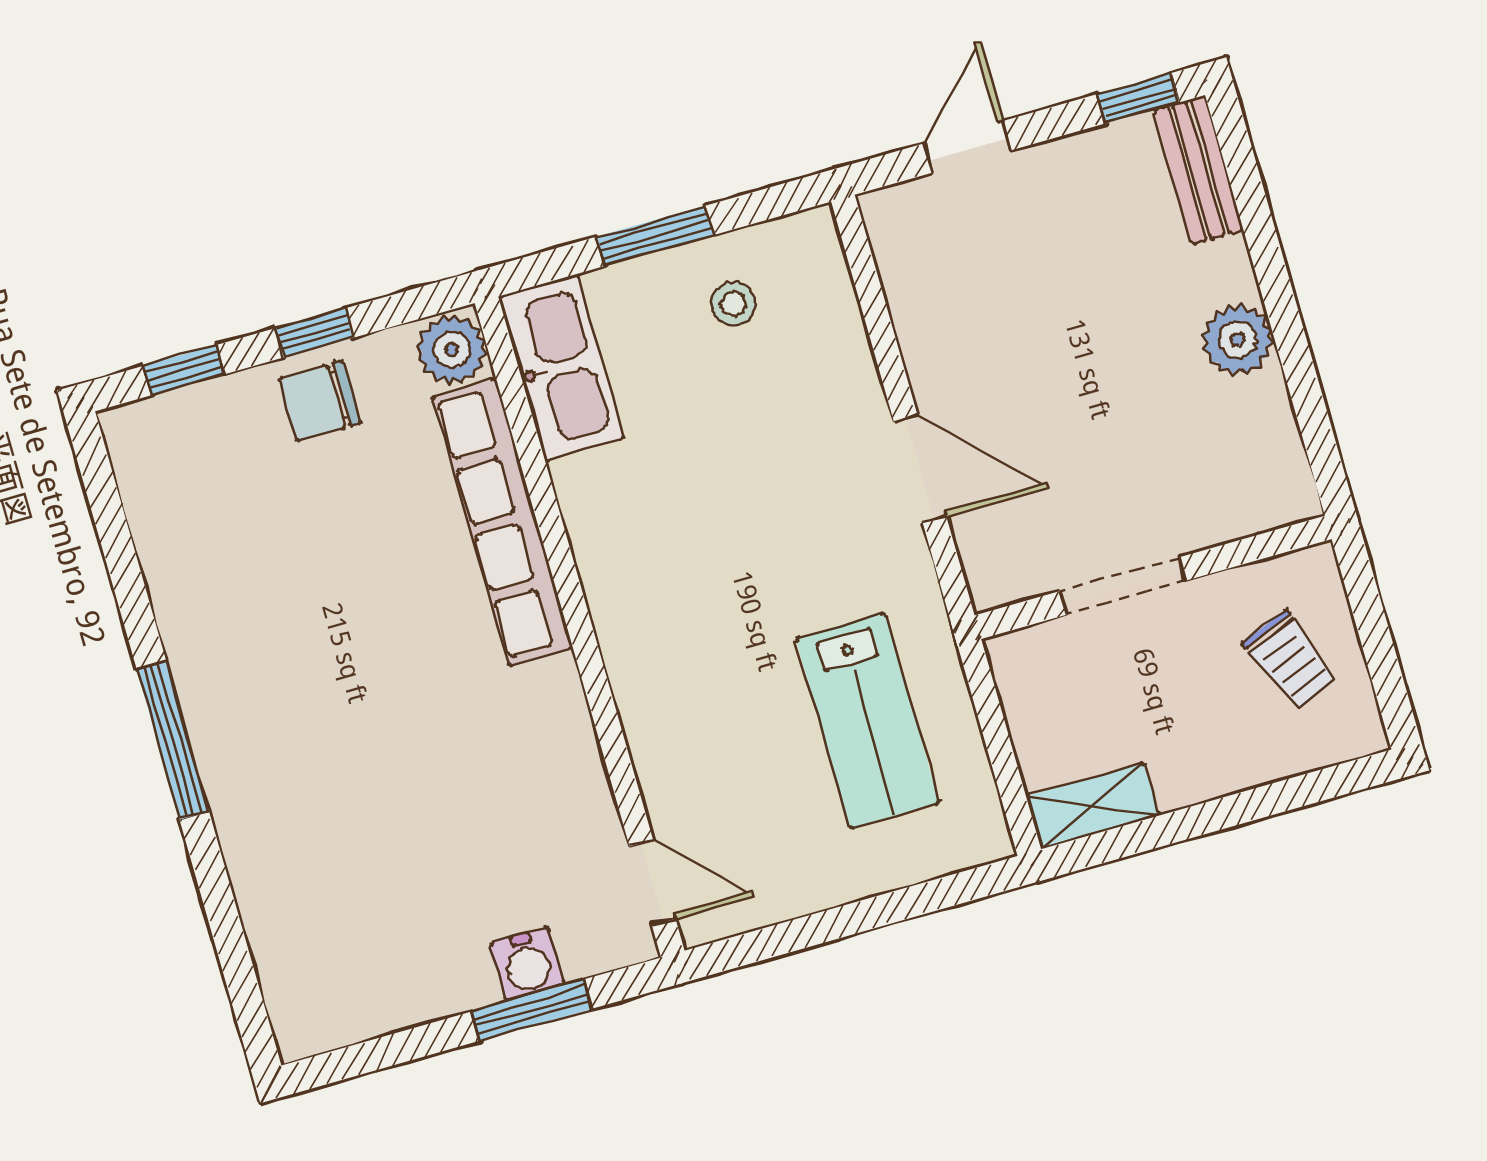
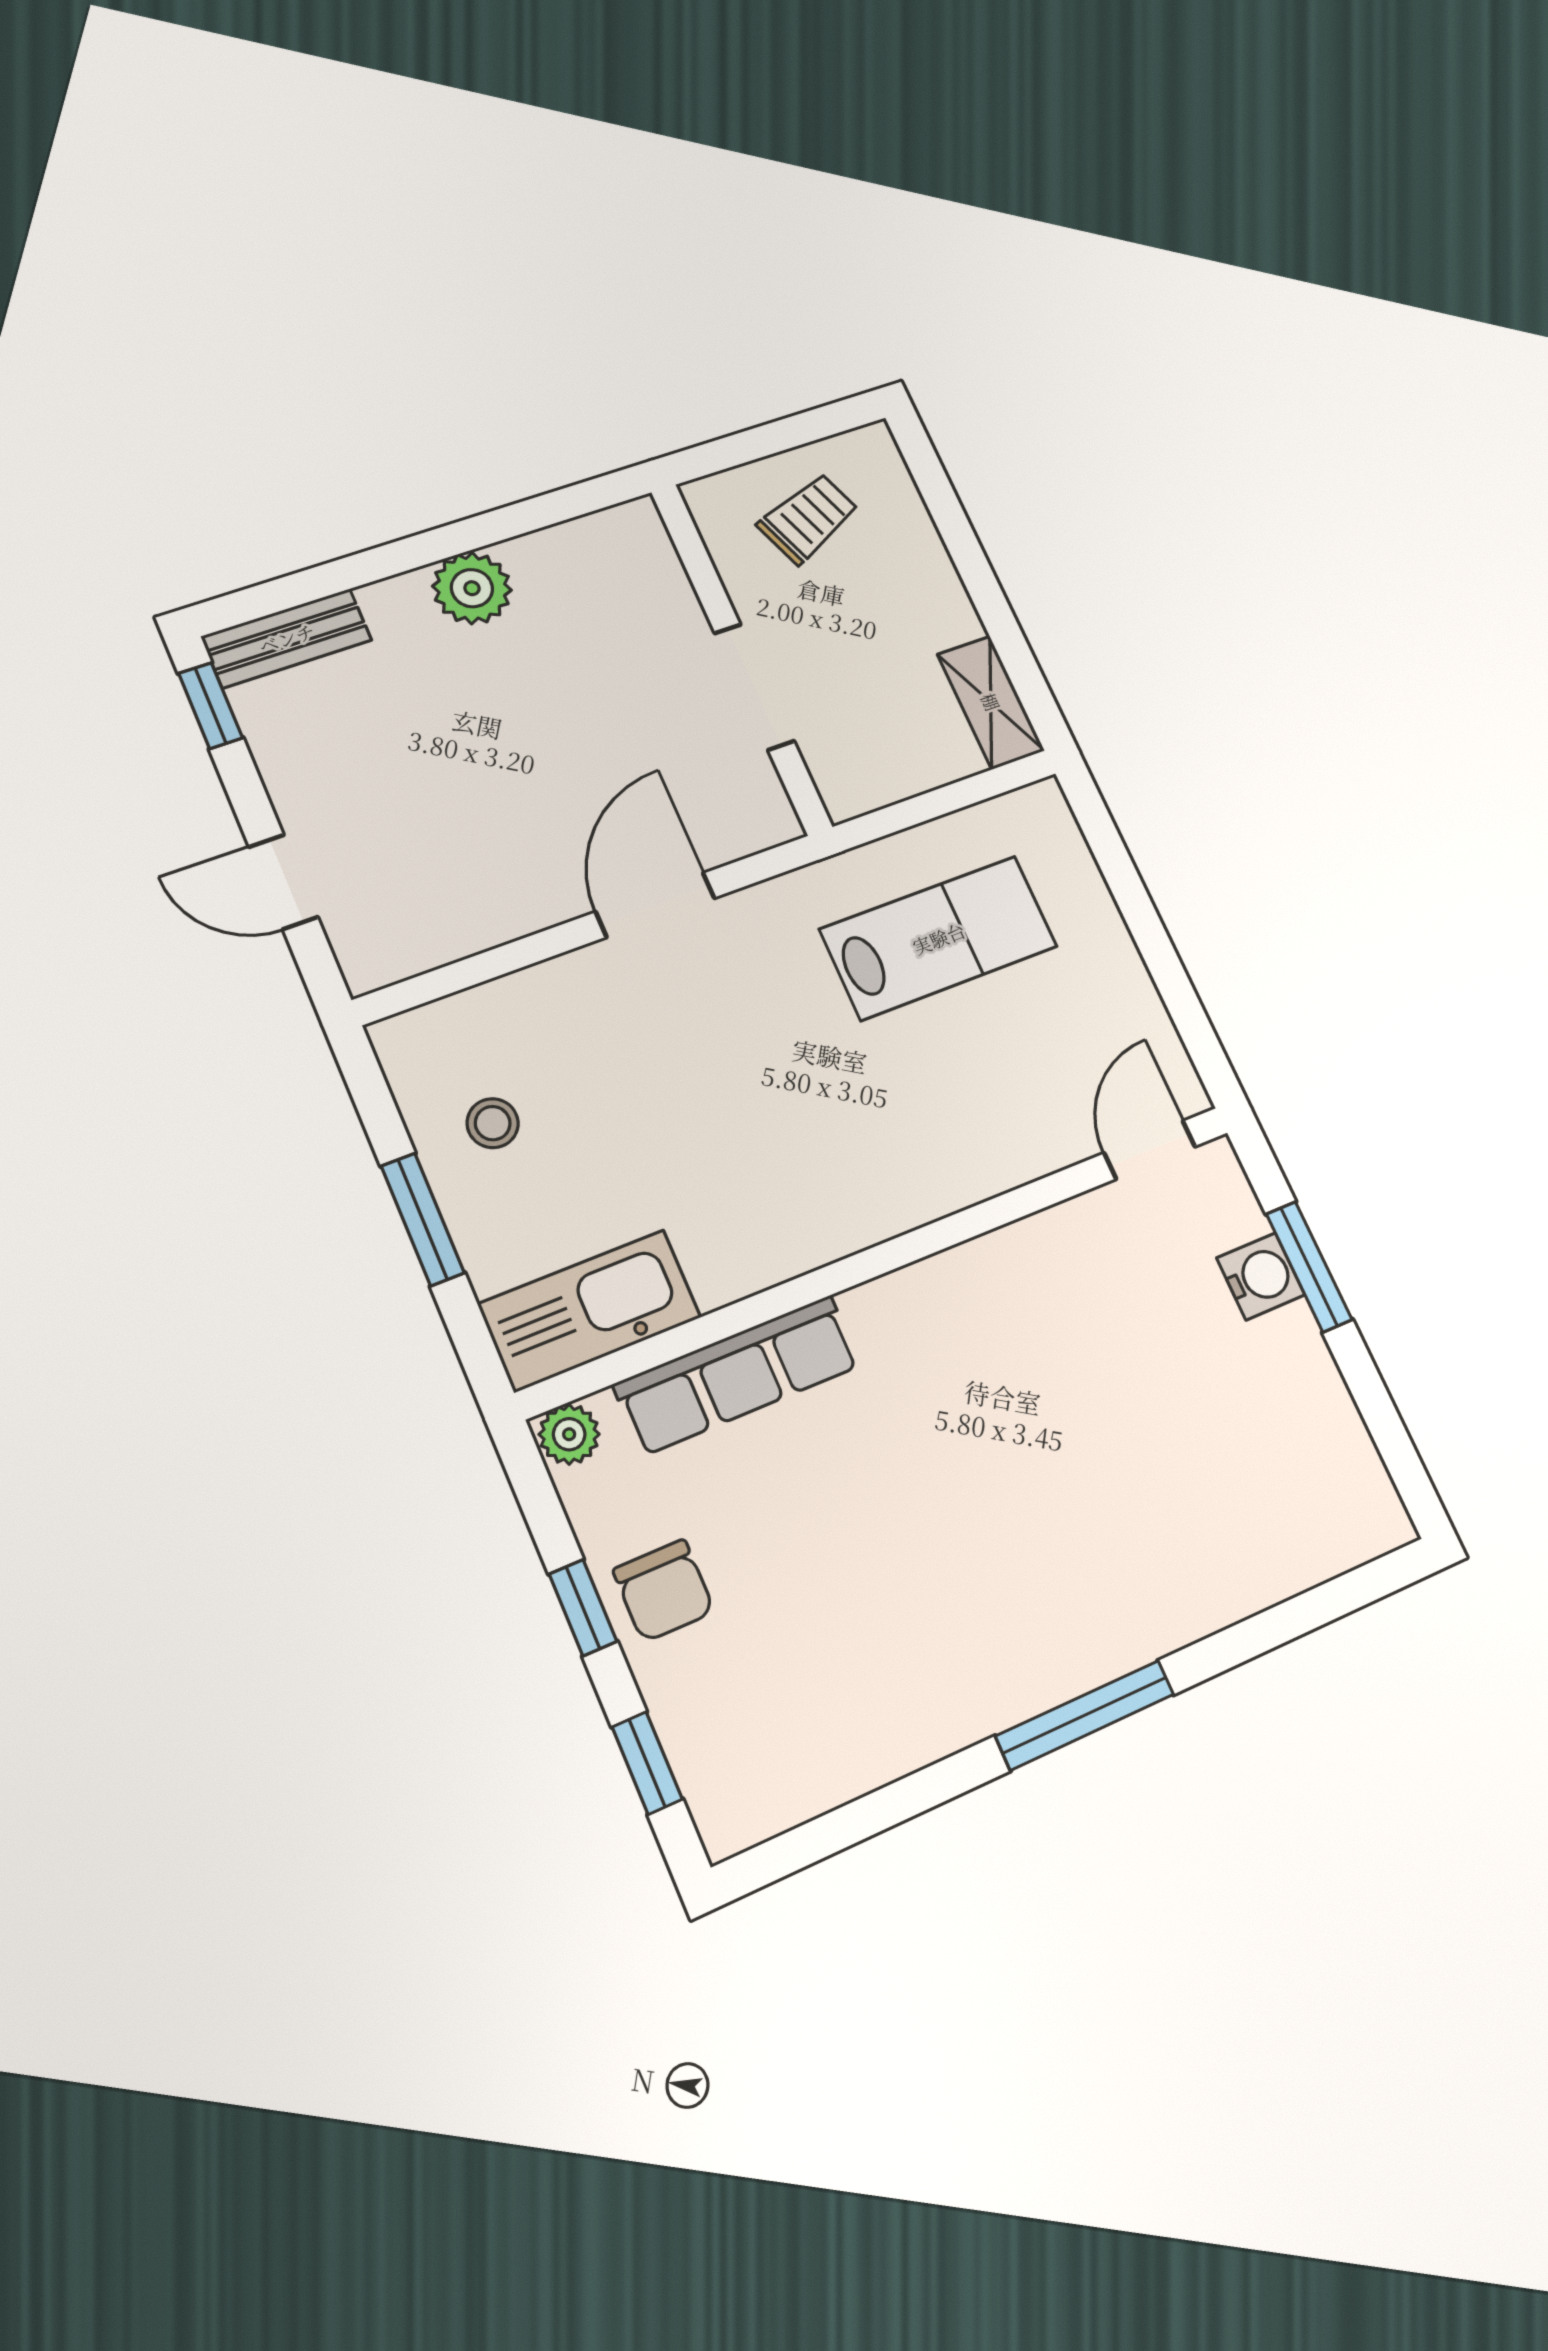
plant: (452, 350) -> (569, 1434), width x0.73, depth x0.73
row of seats: (503, 522) -> (738, 1375), width x0.73

